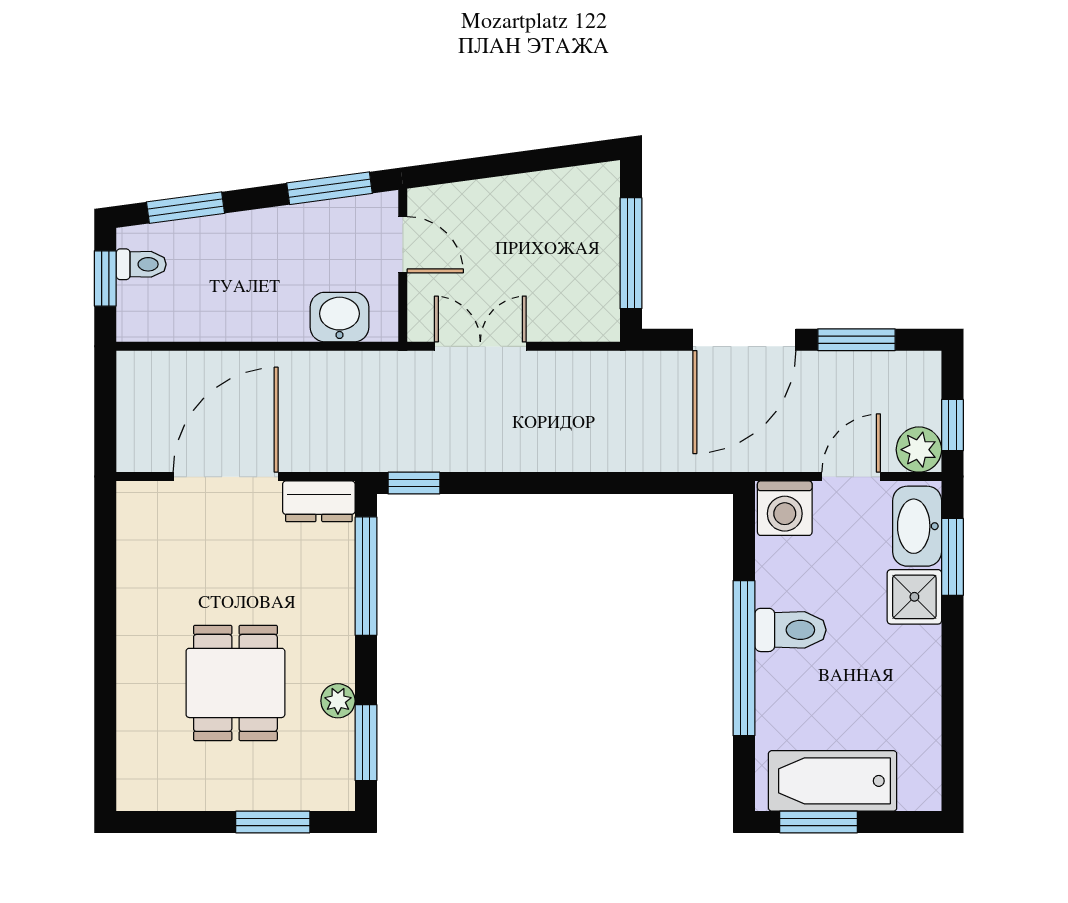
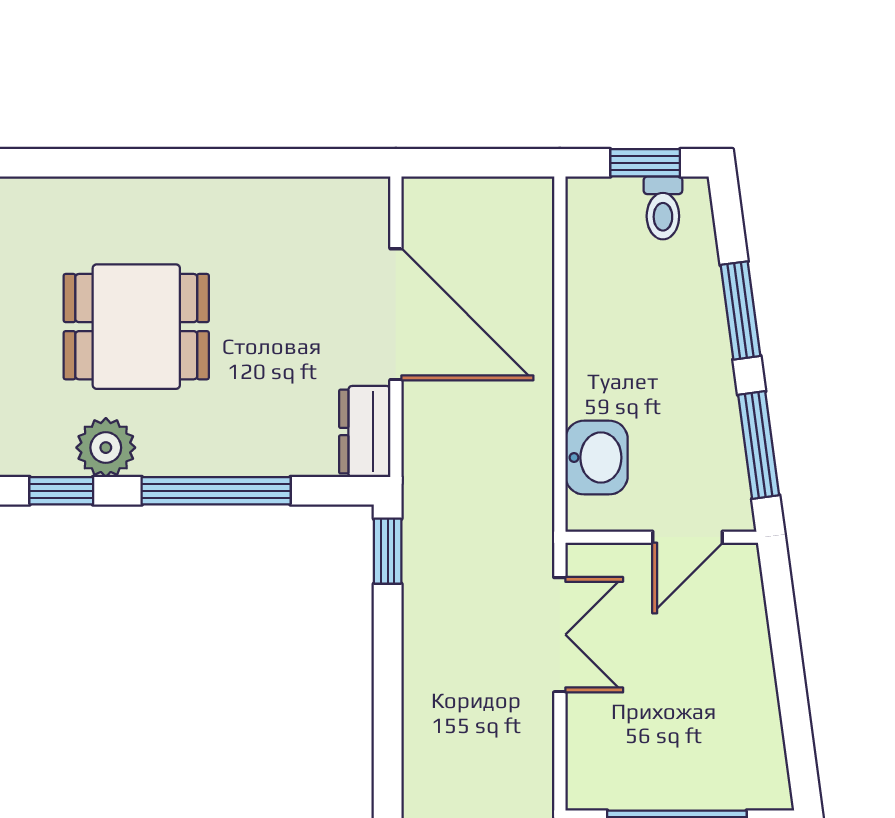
window: (185, 208) -> (741, 310), moved
window: (366, 576) -> (216, 491), moved
plant: (338, 701) -> (106, 448), width x1.38, depth x1.38
window: (366, 743) -> (61, 491), width x0.67

